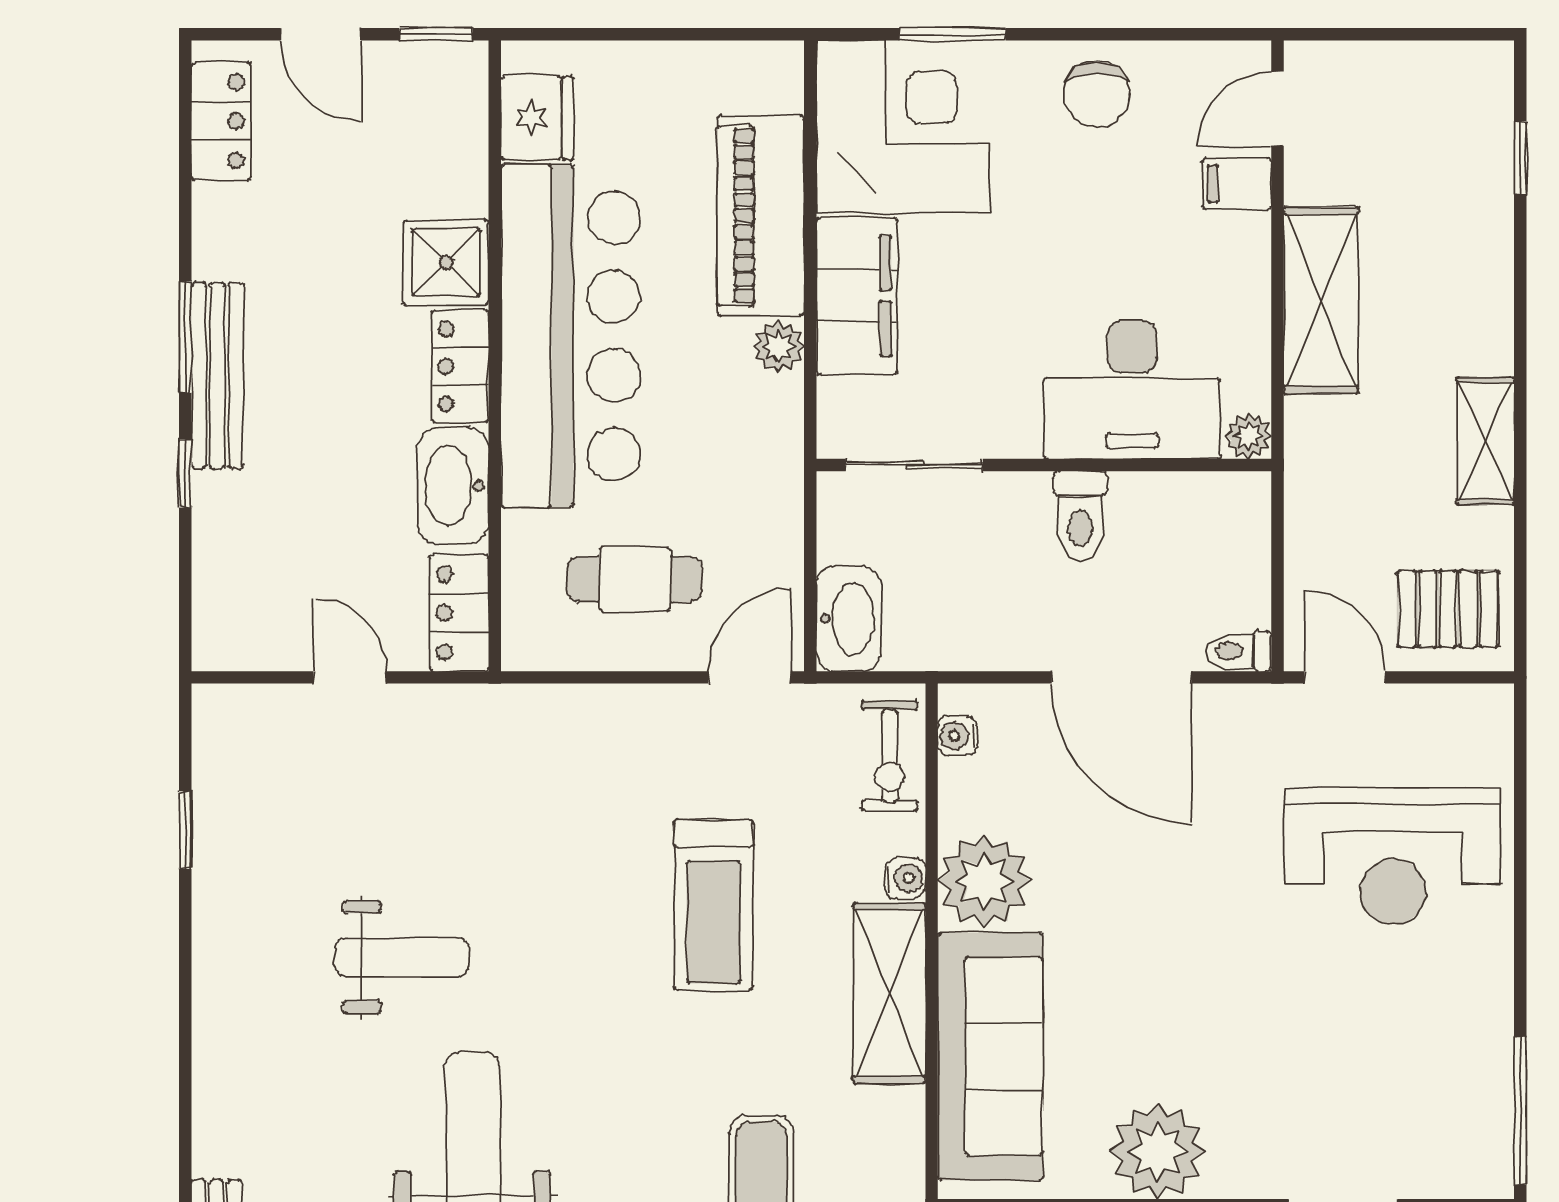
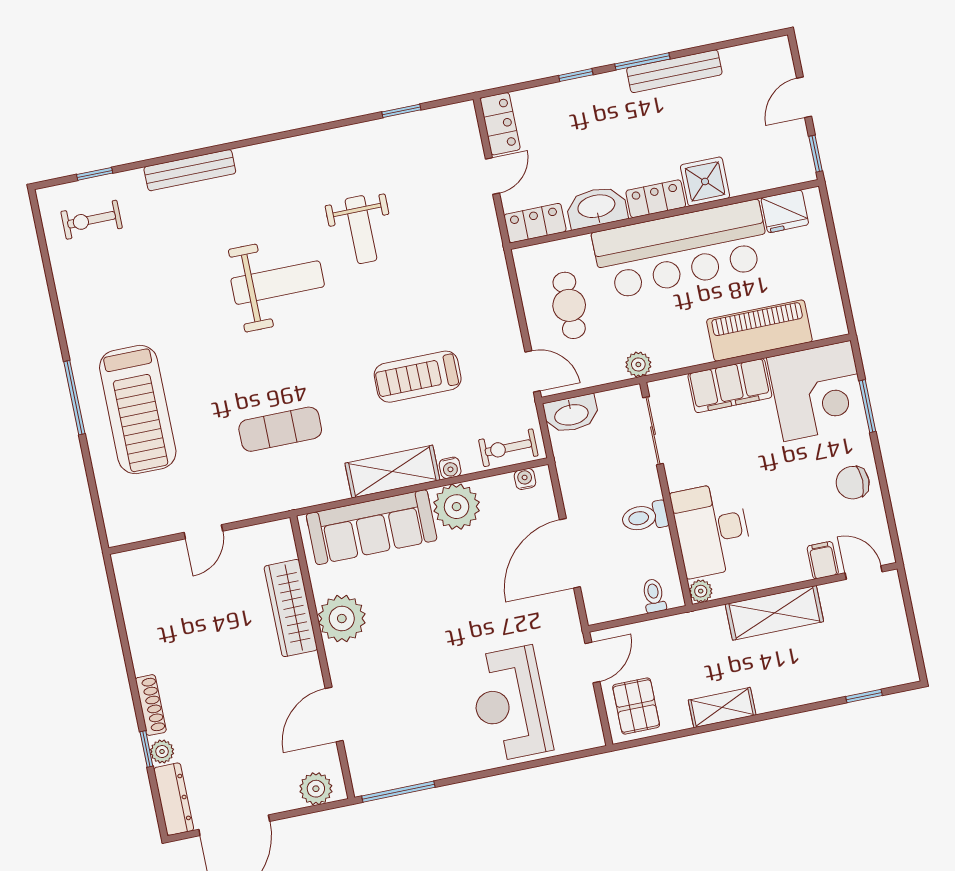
locker: (221, 121) -> (500, 124), moved, turned -90
plant: (779, 346) -> (638, 364), moved
bench: (217, 376) -> (674, 71), moved
toilet: (1238, 651) -> (654, 596), moved

